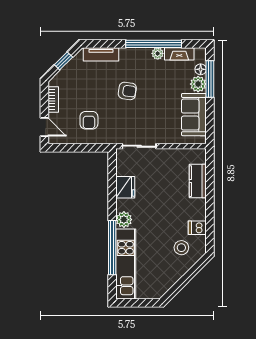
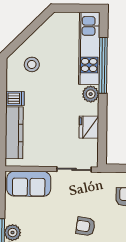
sofa: (194, 115) -> (29, 184), moved, turned 90
kitchen counter: (198, 181) -> (14, 133), width x1.50
dishwasher: (197, 228) -> (15, 98), moved

